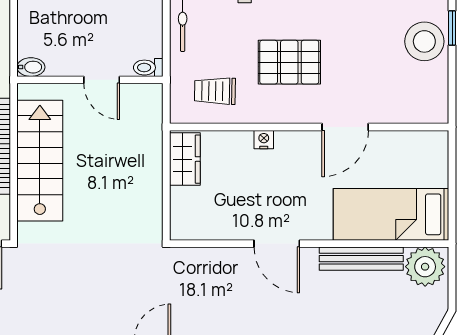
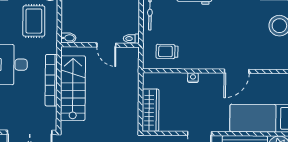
pallet: (289, 62) -> (207, 36), removed
wardrobe: (185, 159) -> (150, 110), moved, width x1.50

